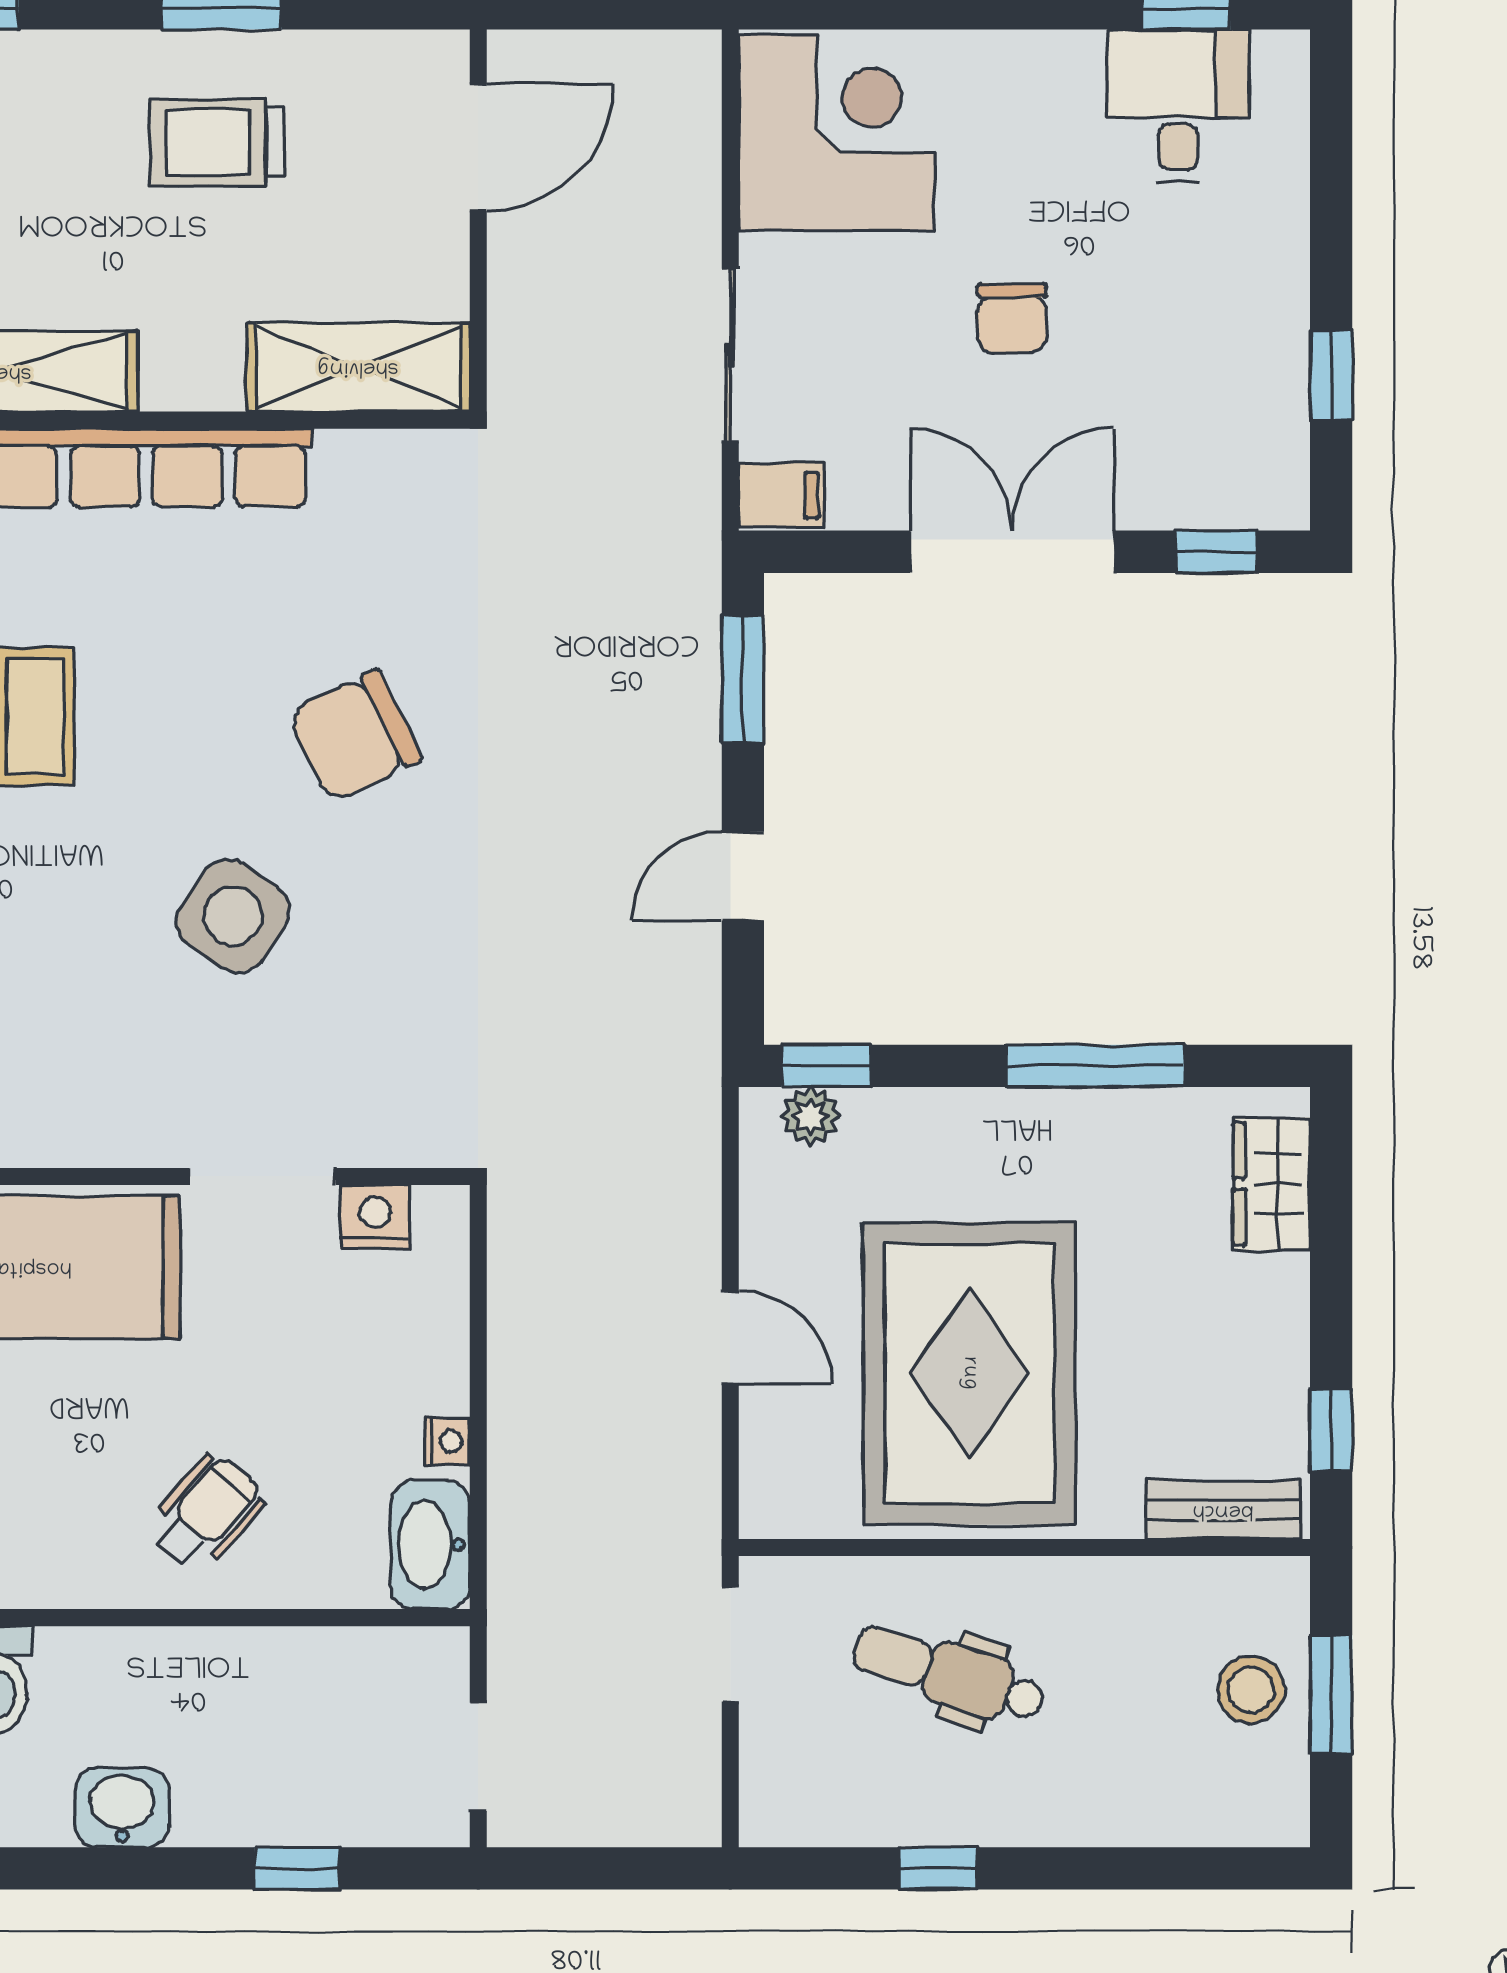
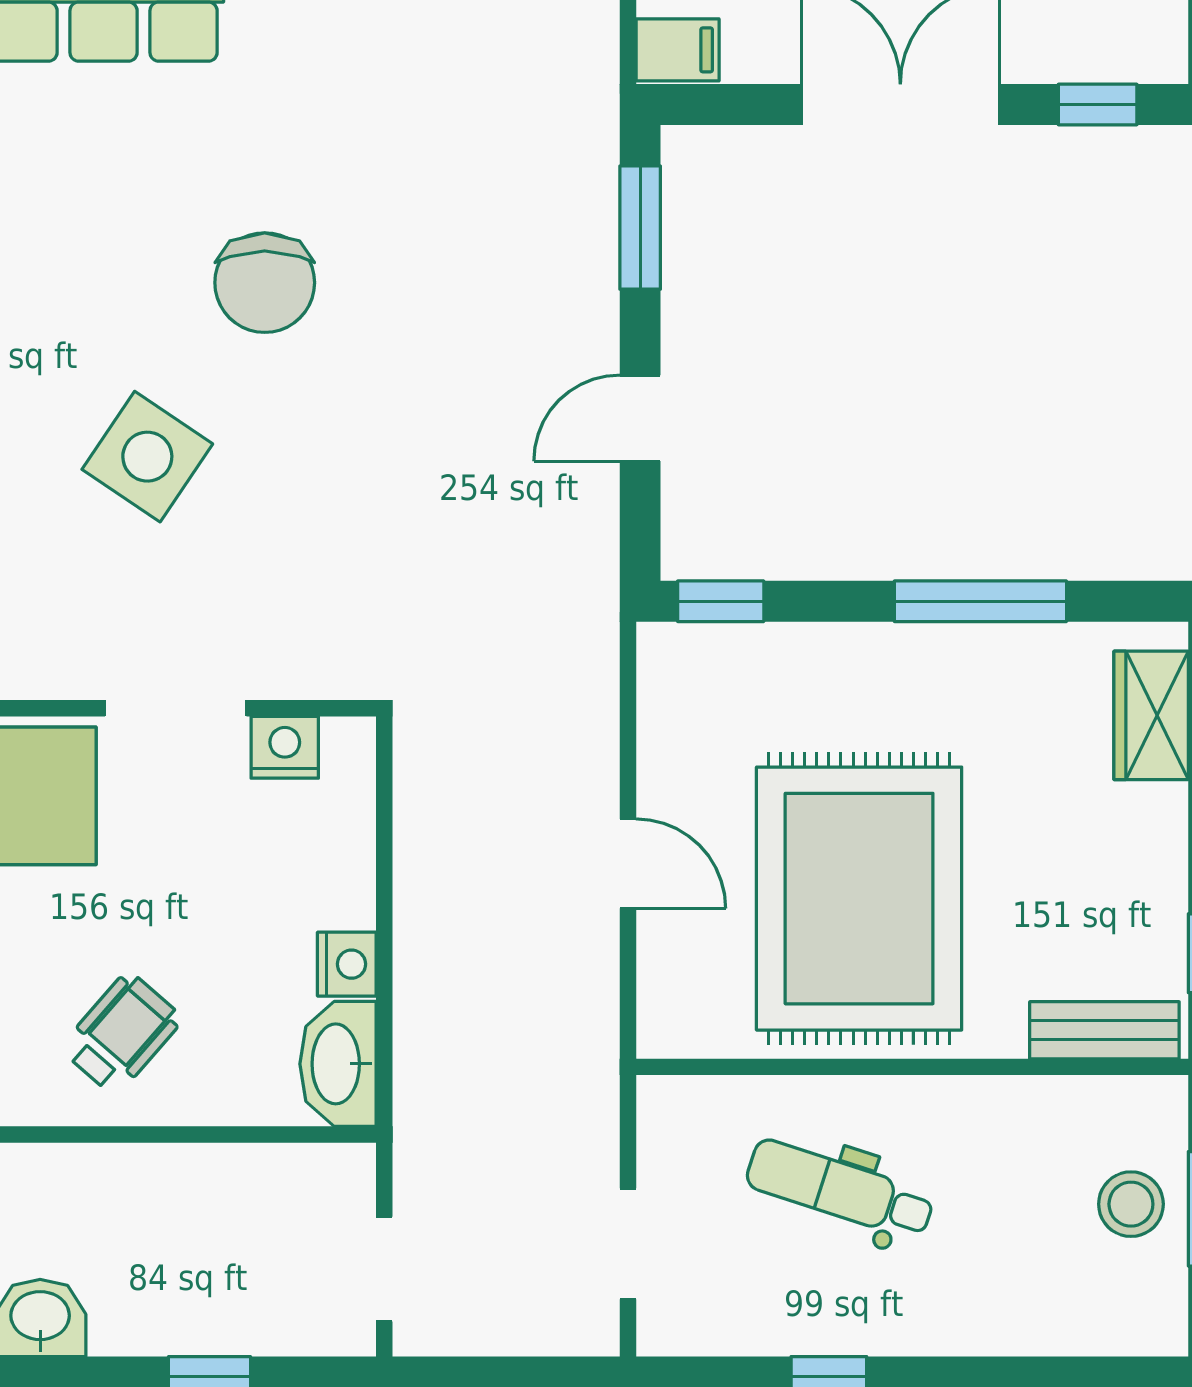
chair: (354, 736) -> (265, 283), turned -64
plant: (811, 1116) -> (705, 650), removed
nightstand: (447, 1441) -> (347, 964), width x1.39, depth x1.35
doorway: (730, 1644) -> (628, 1244), moved

